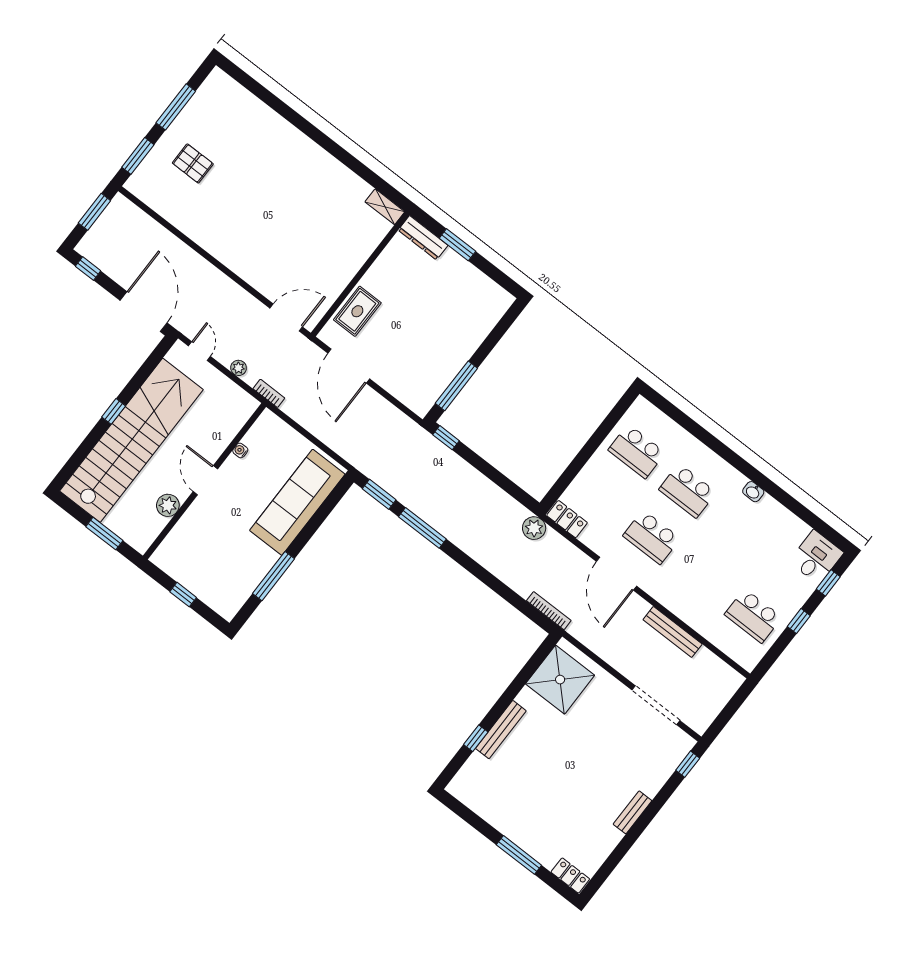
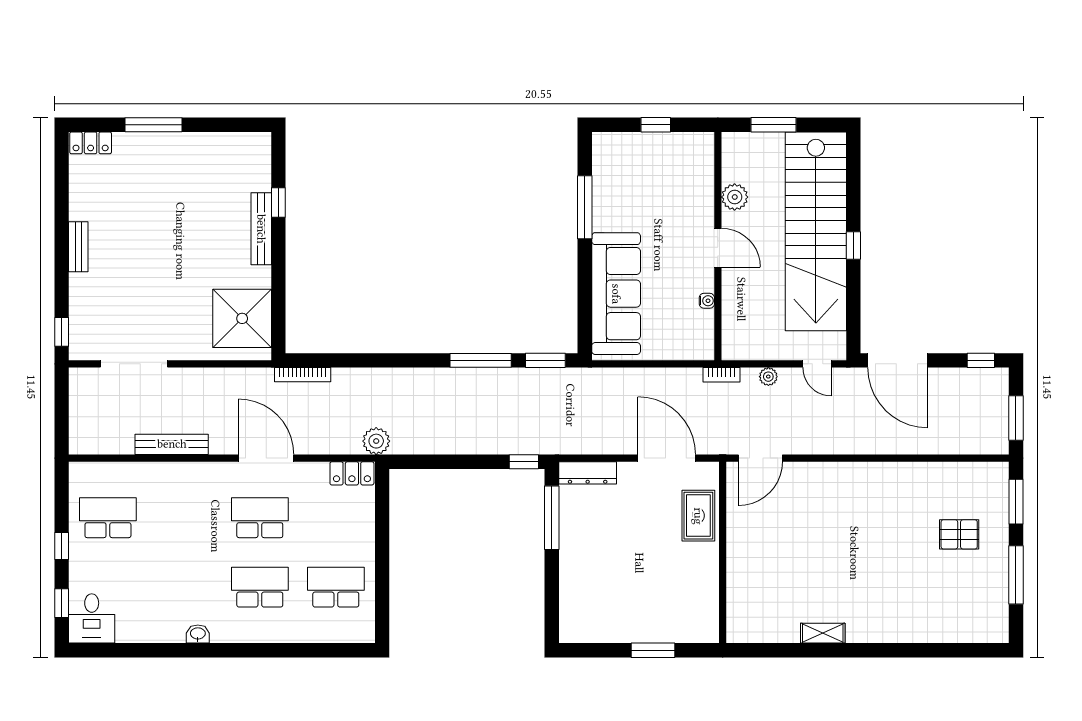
shelving: (385, 207) -> (823, 633), moved
dresser: (423, 238) -> (588, 473), moved, turned 180

